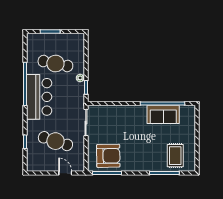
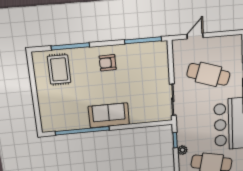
sofa: (163, 114) -> (109, 115), moved
armchair: (108, 156) -> (108, 63), moved, width x0.53, depth x0.53
door: (65, 173) -> (195, 36), swing flipped

